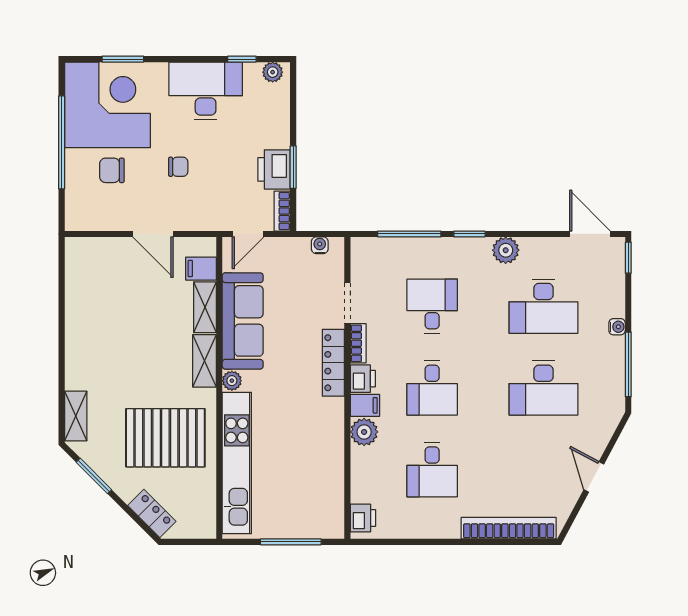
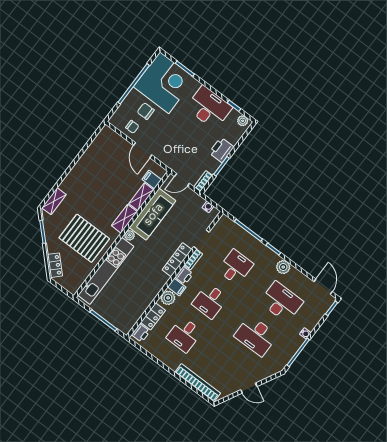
chair: (178, 167) -> (132, 127), moved
printer: (274, 169) -> (221, 150), moved
desk: (543, 306) -> (281, 302), turned 180
door: (594, 477) -> (249, 388), swing flipped
locker: (363, 478) -> (153, 316), added

